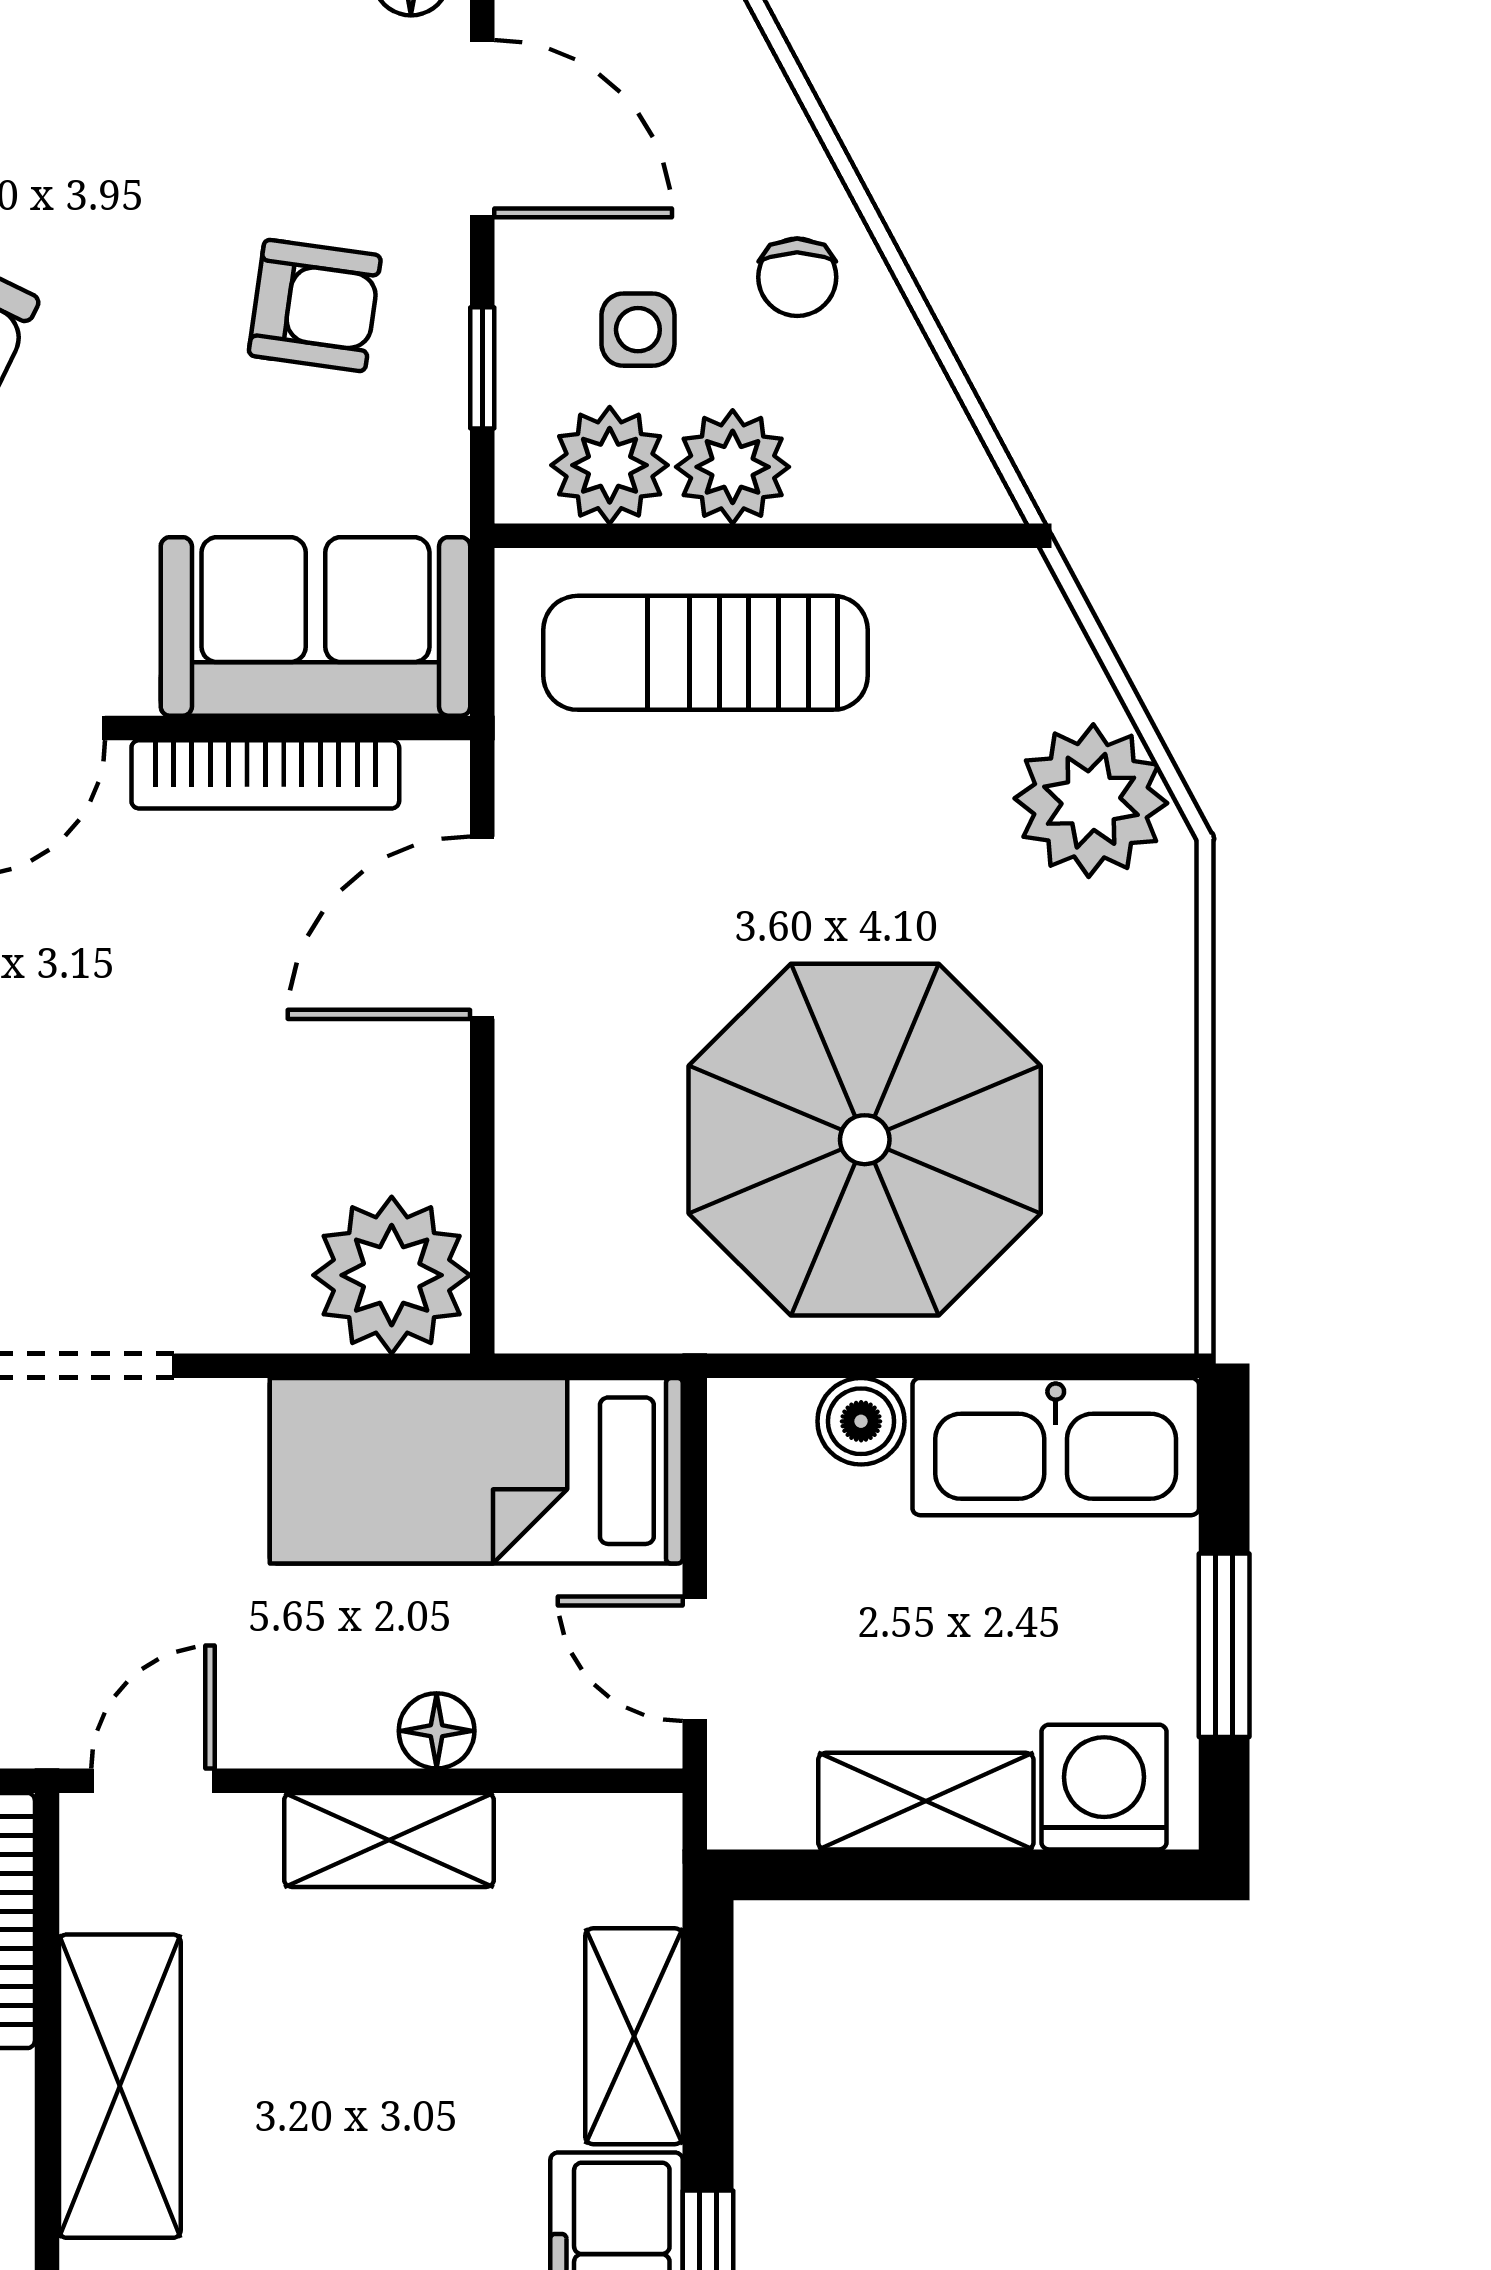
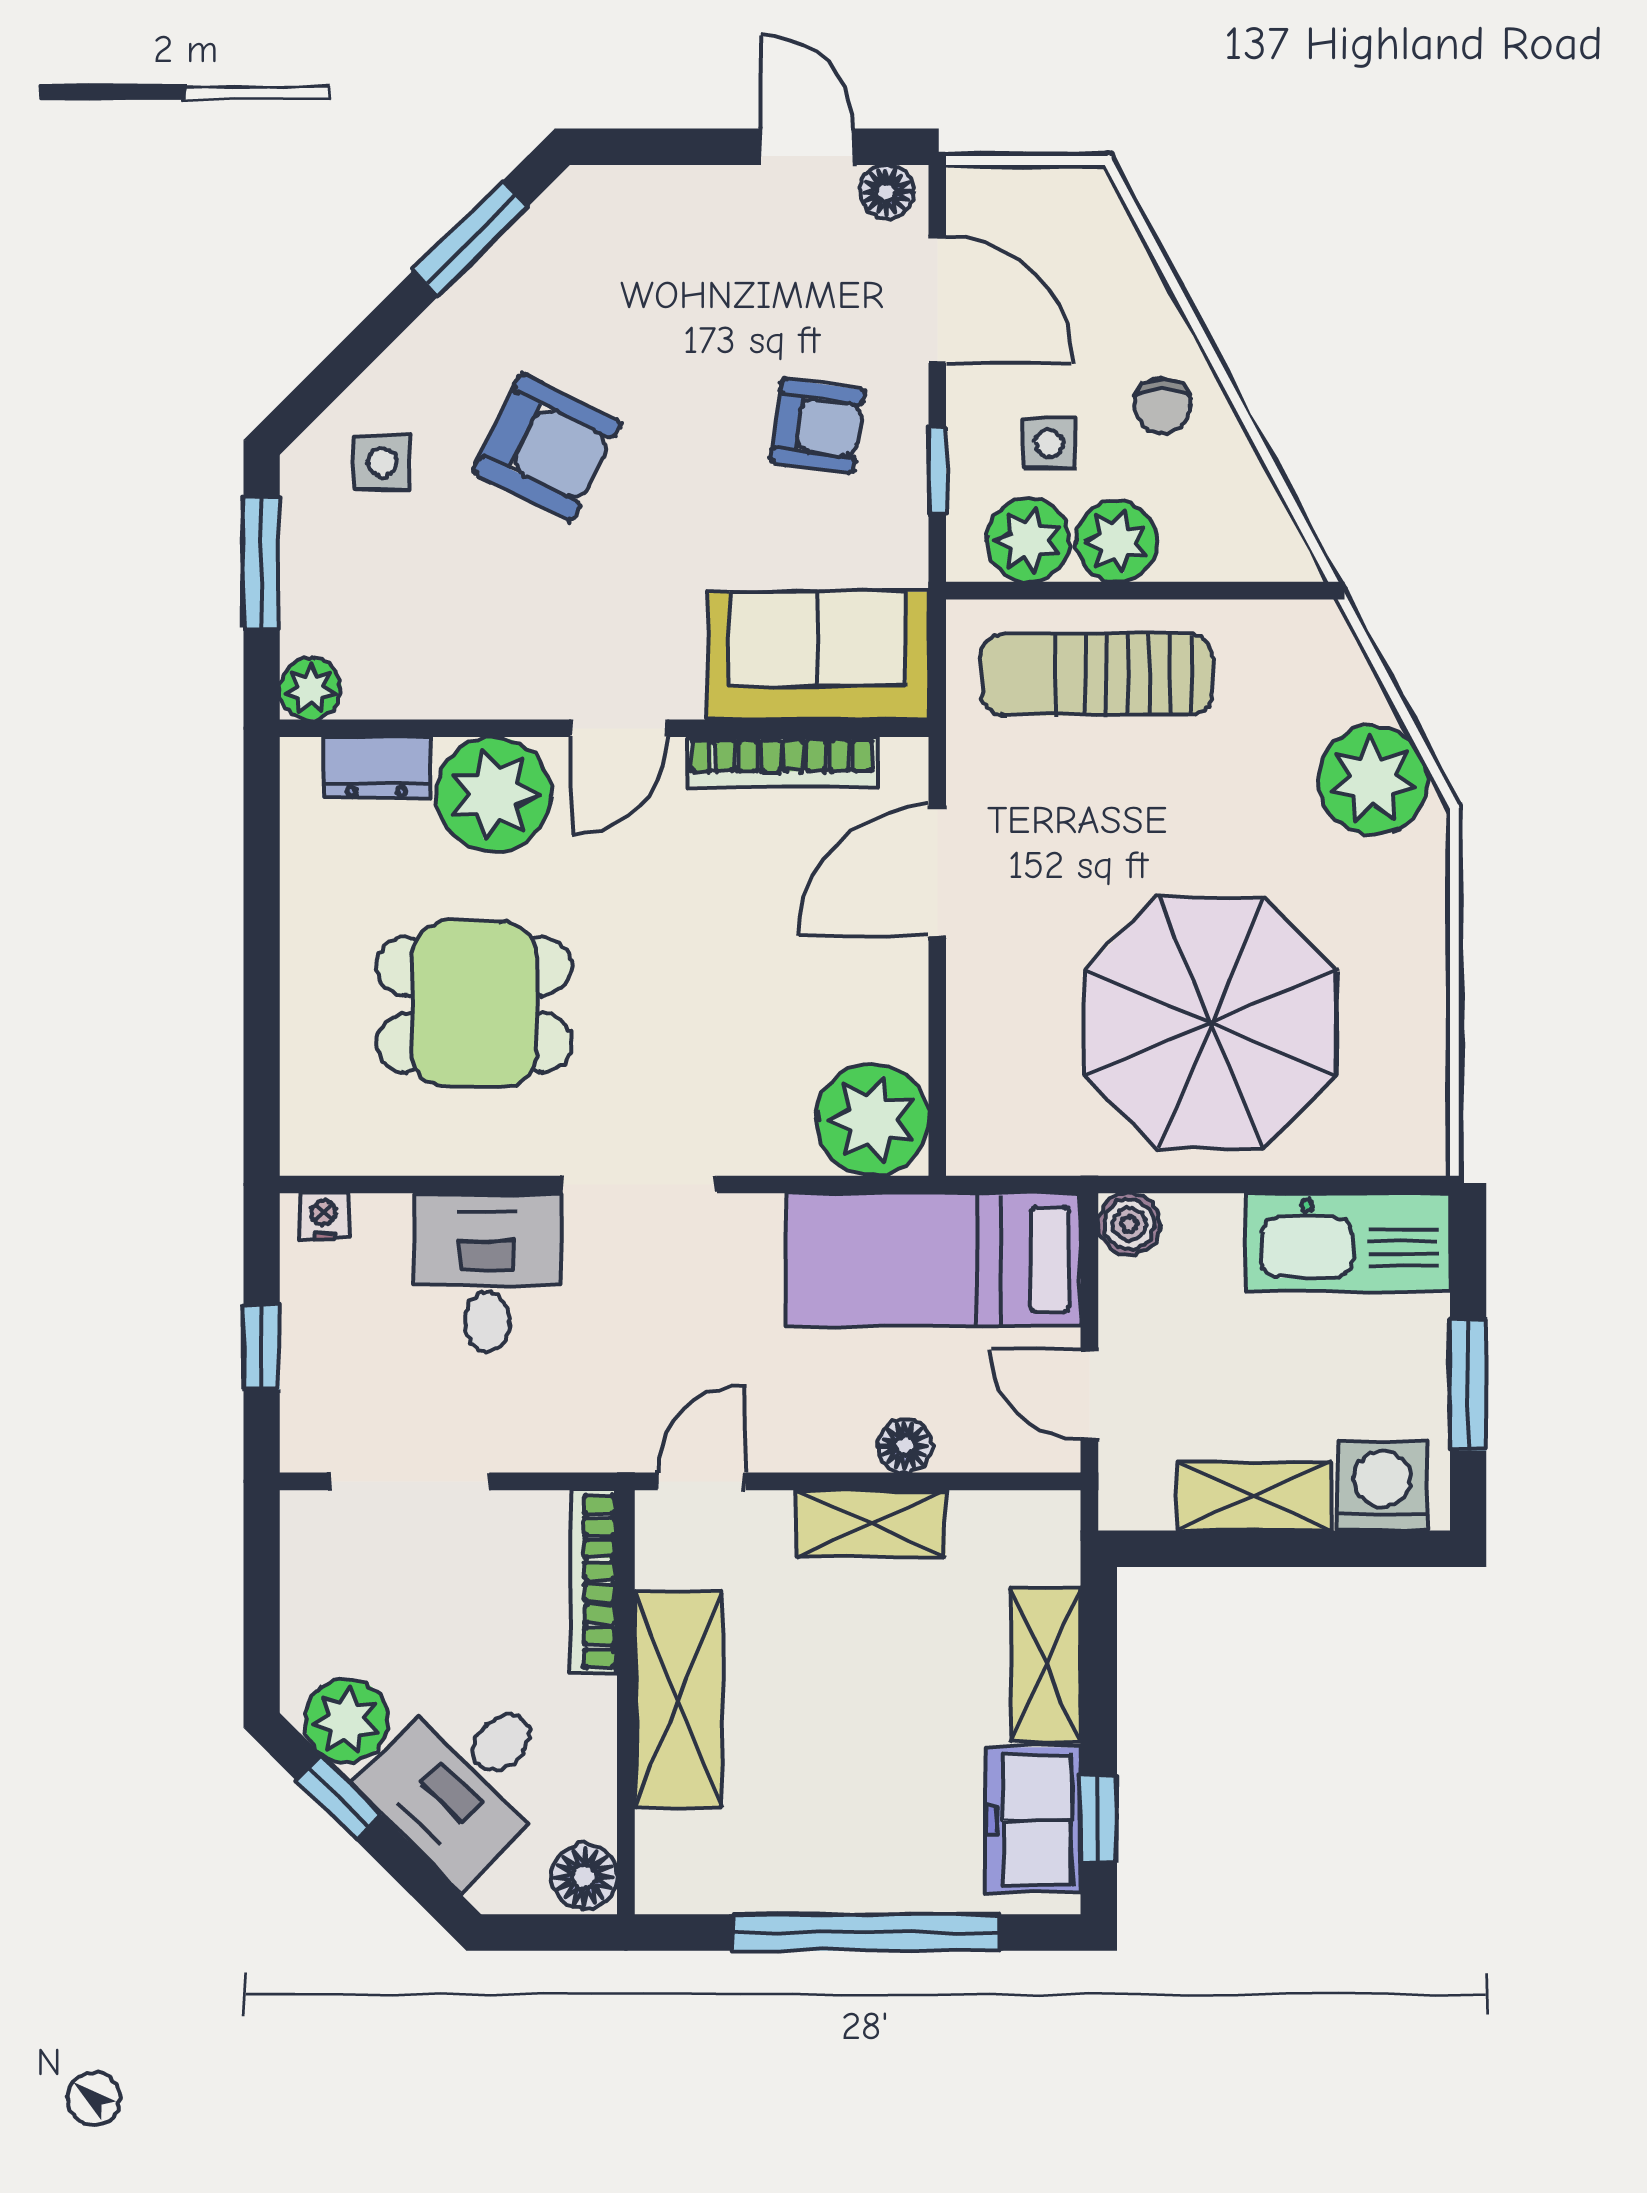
boiler: (861, 1421) -> (1129, 1224), moved

